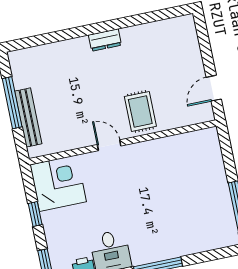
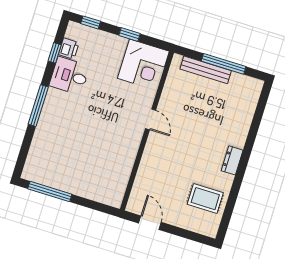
rug: (140, 111) -> (205, 199), moved
door: (109, 145) -> (151, 119), hinge flipped

